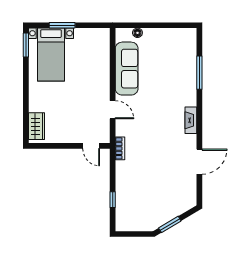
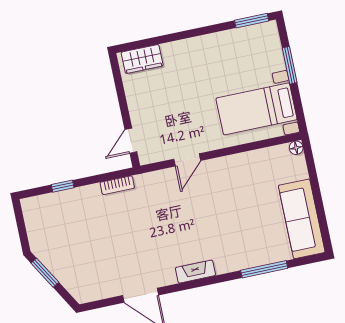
floor lamp: (137, 33) -> (296, 148), moved
bed with nightstands: (51, 55) -> (256, 109), moved
sofa: (127, 69) -> (302, 219), moved, turned 90
bookcase: (120, 148) -> (117, 185), moved

